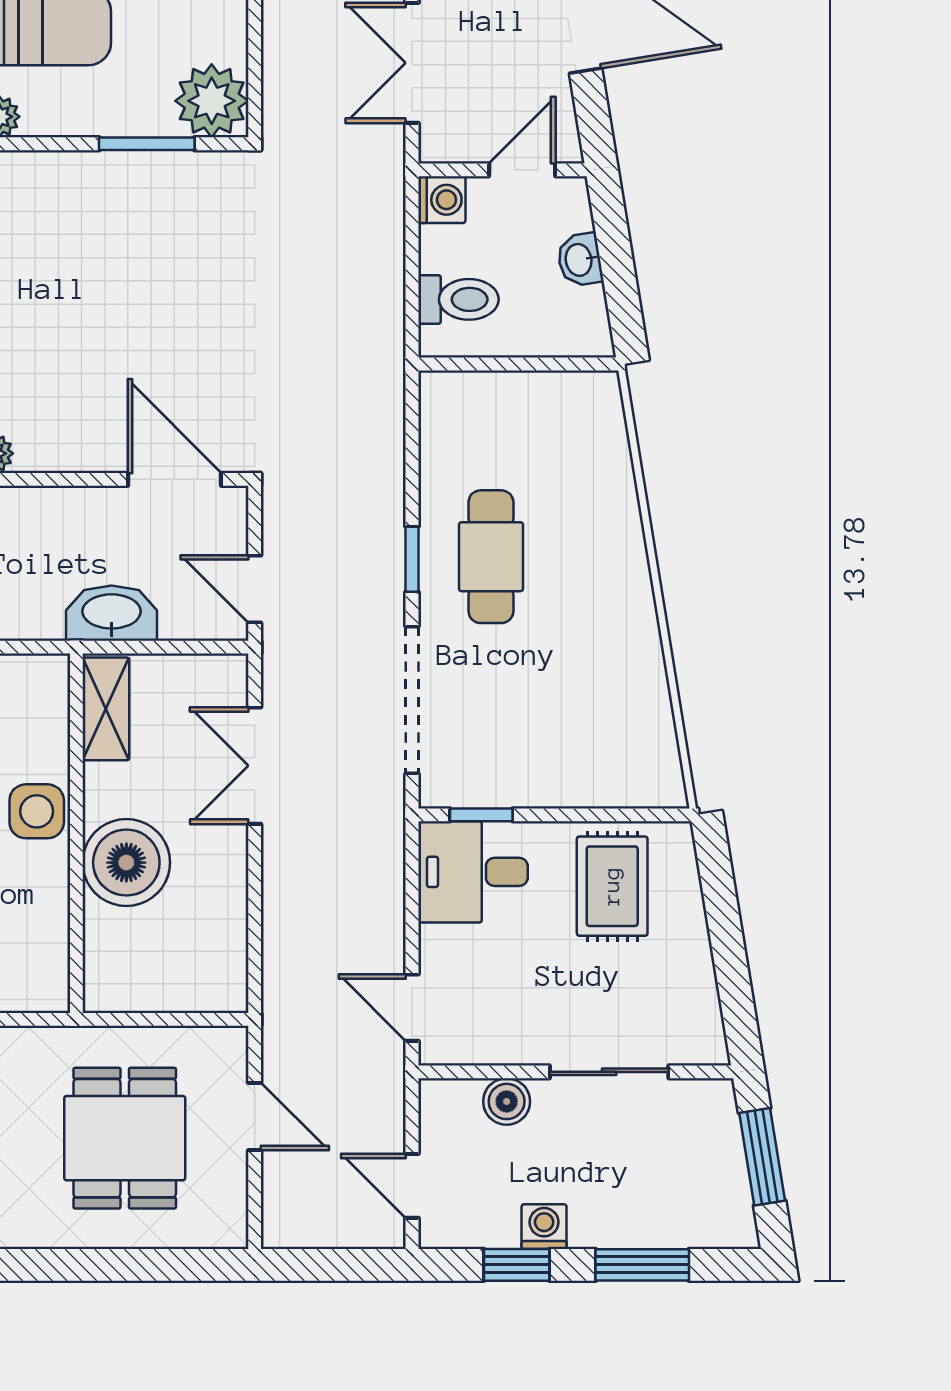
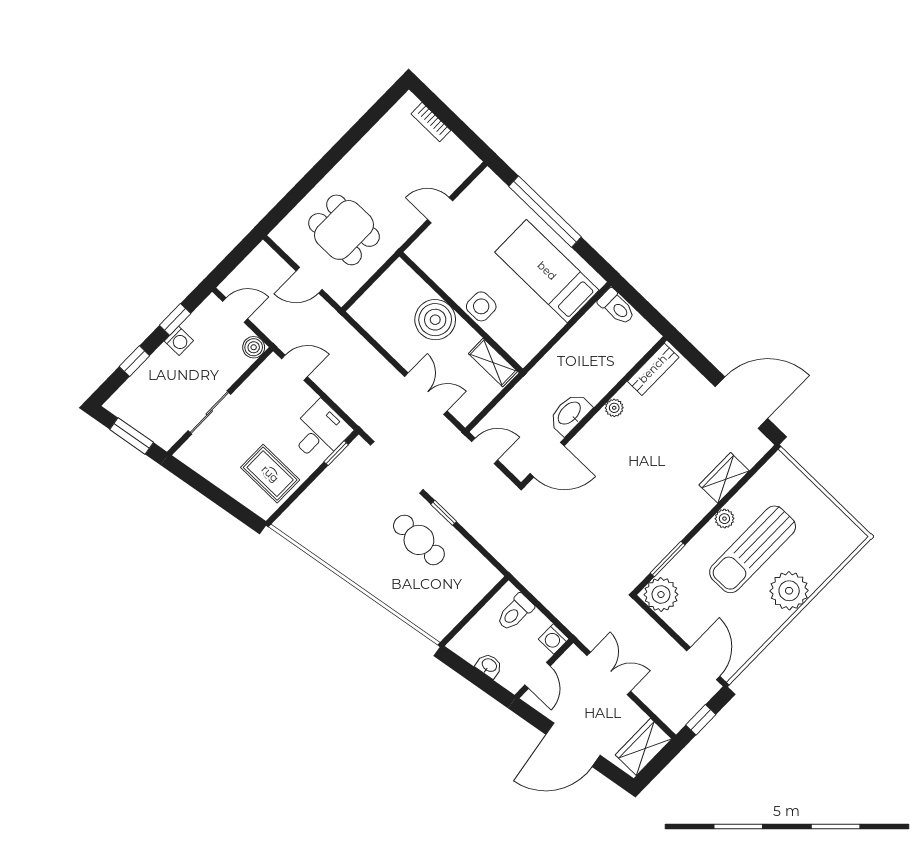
washbasin: (112, 613) -> (570, 414), moved, turned 180
boiler: (507, 1101) -> (254, 347), moved
window: (642, 1265) -> (134, 361), width x0.67

